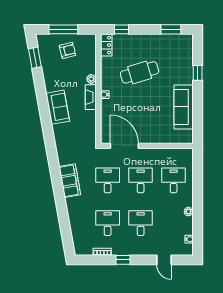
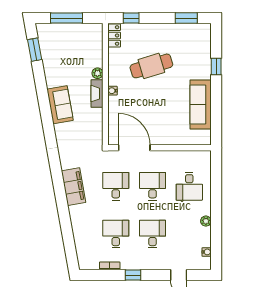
armchair: (68, 50) -> (71, 41), removed
desk: (174, 180) -> (189, 186), turned 180

